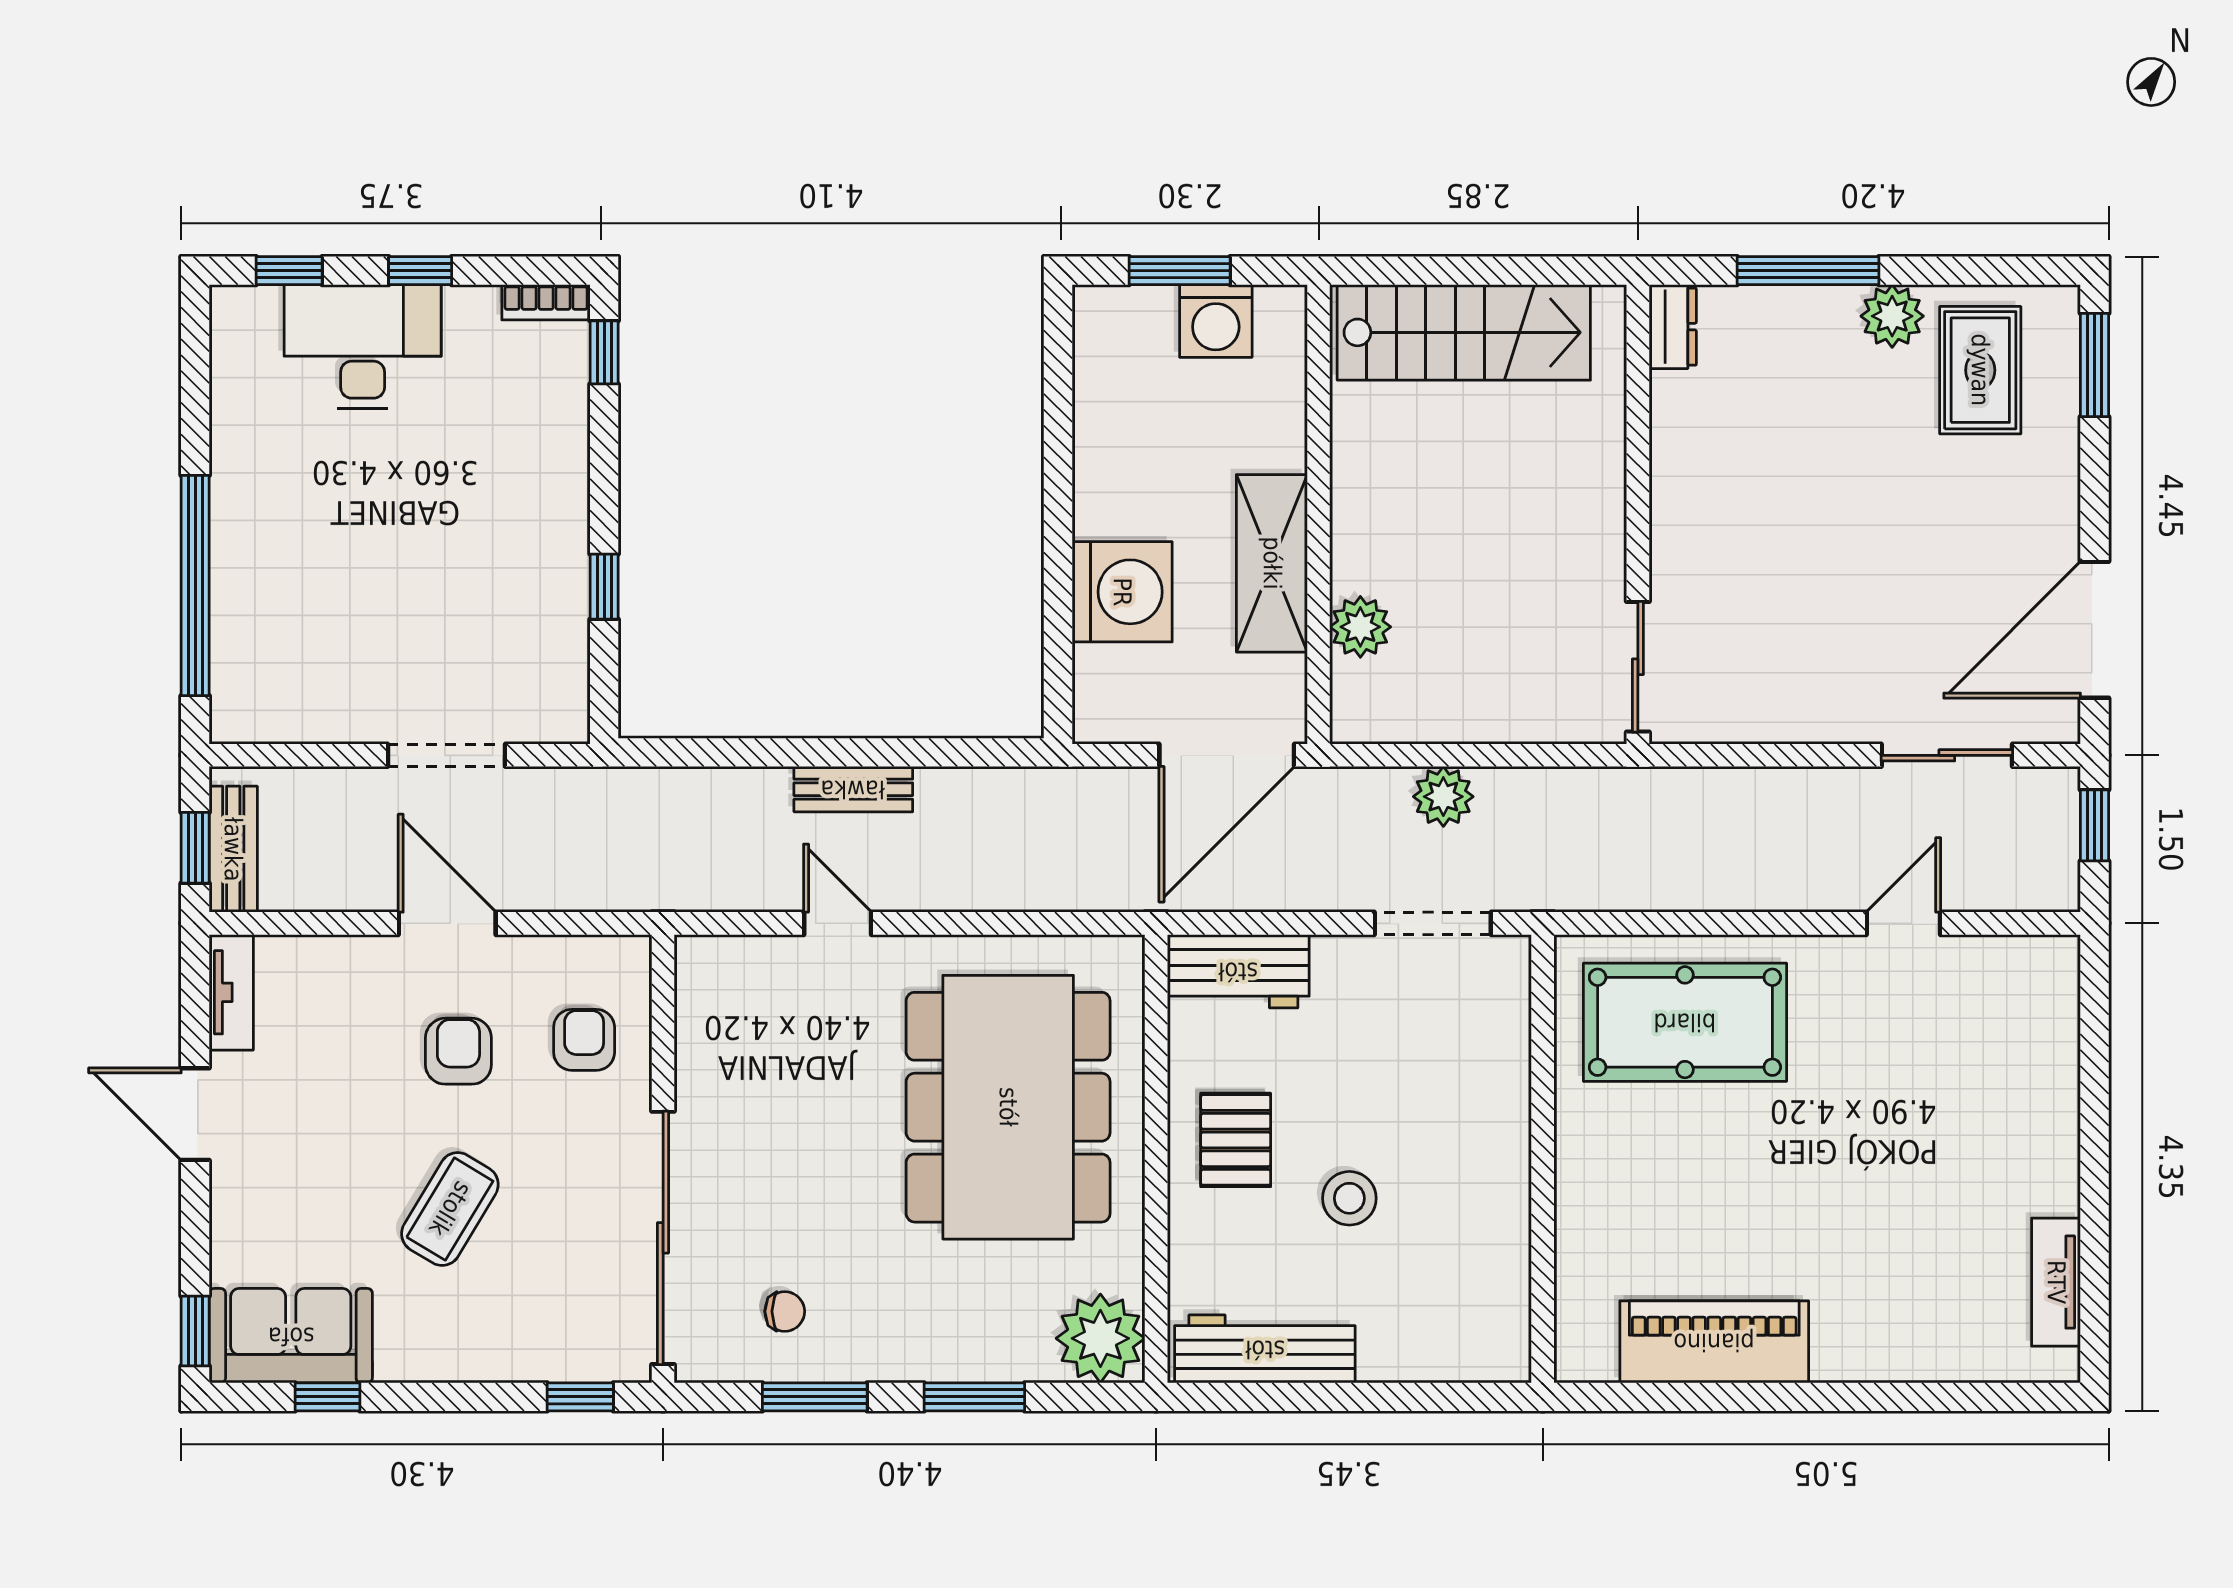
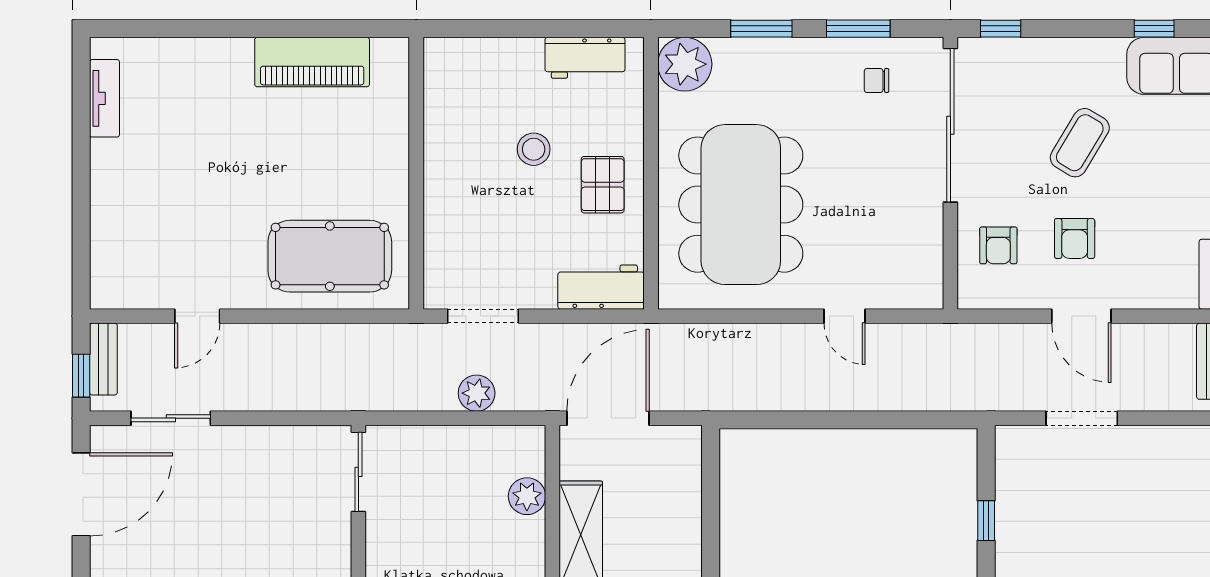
washing machine: (1122, 592) -> (672, 517), removed
bench: (853, 789) -> (103, 359), moved, turned 90
workbench: (1265, 1349) -> (585, 58), width x0.73

